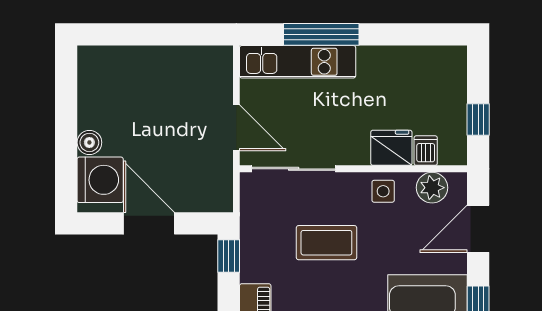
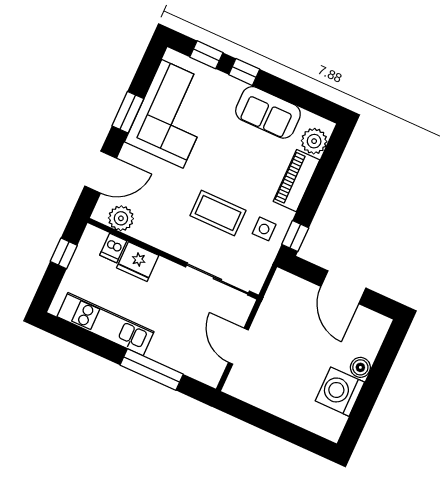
kitchen unit: (298, 62) -> (106, 324), moved
door: (236, 128) -> (238, 346), moved
washing machine: (100, 180) -> (340, 392), moved
side table: (383, 191) -> (264, 229), moved

